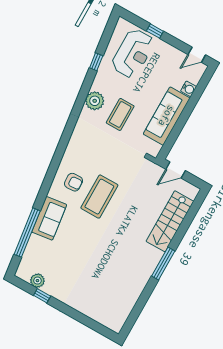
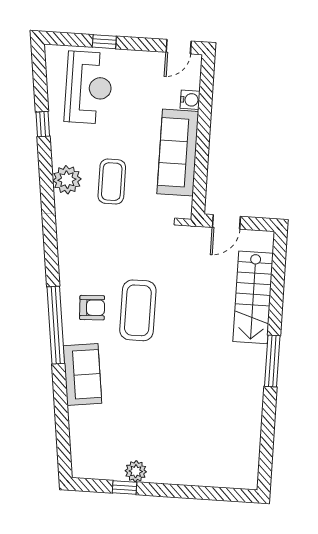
window: (27, 233) -> (56, 325), moved
plant: (37, 281) -> (136, 471), moved

